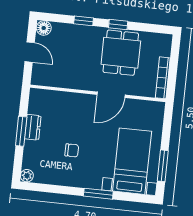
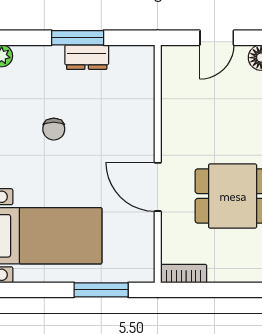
bookcase: (163, 78) -> (184, 274), width x0.64
window: (163, 166) -> (101, 290), moved

